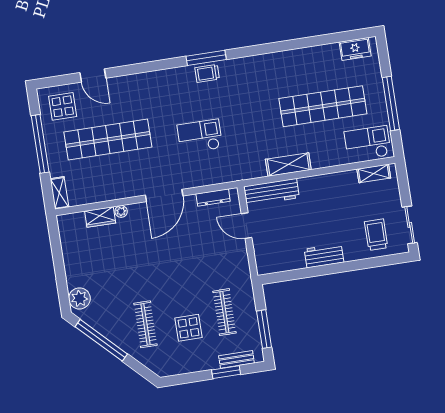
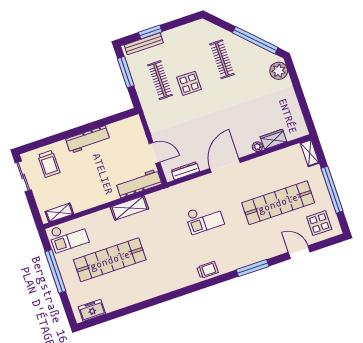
window: (206, 58) -> (253, 268), moved
workbench: (324, 256) -> (88, 140), width x1.37
display table: (189, 328) -> (189, 83), moved
bench: (236, 359) -> (144, 44), width x1.36

